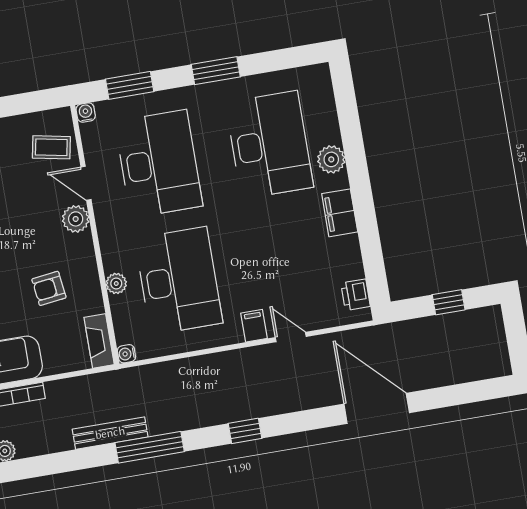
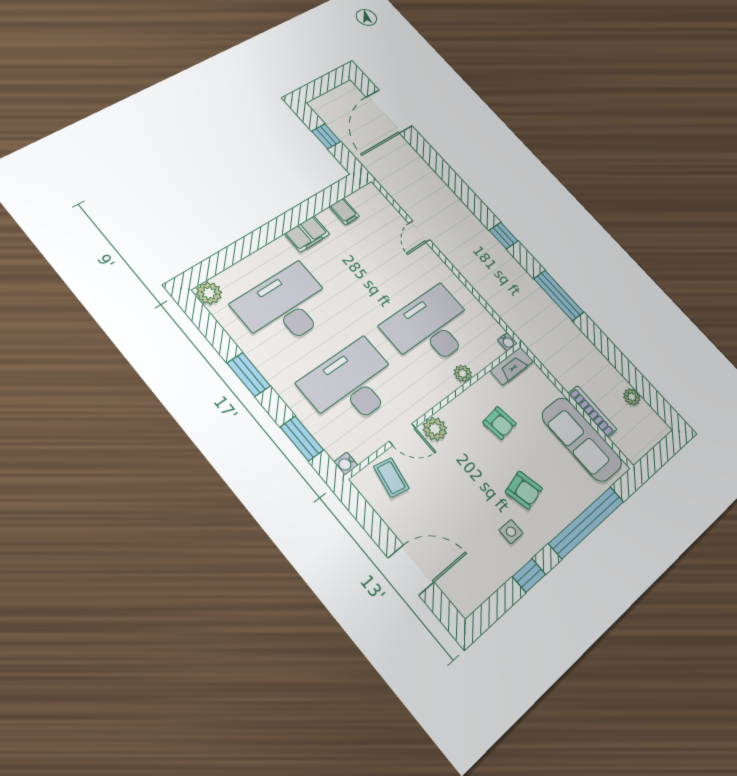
plant: (331, 159) -> (209, 293), moved
door: (86, 183) -> (402, 435), hinge flipped
printer: (356, 295) -> (361, 200), removed
filing cabinet: (254, 326) -> (344, 211), moved, turned -90
door: (377, 408) -> (389, 111), moved
bench: (110, 433) -> (568, 327), removed

